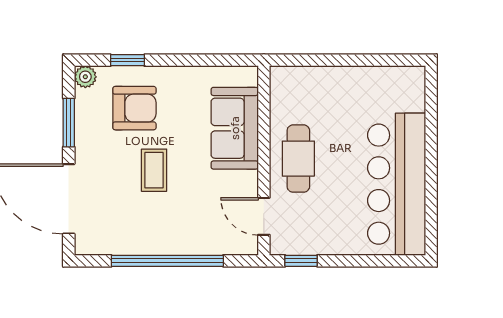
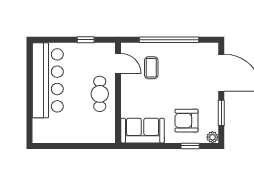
sofa: (235, 128) -> (143, 131), moved, turned -90
coffee table: (154, 170) -> (151, 68), moved
window: (301, 261) -> (86, 40), moved

